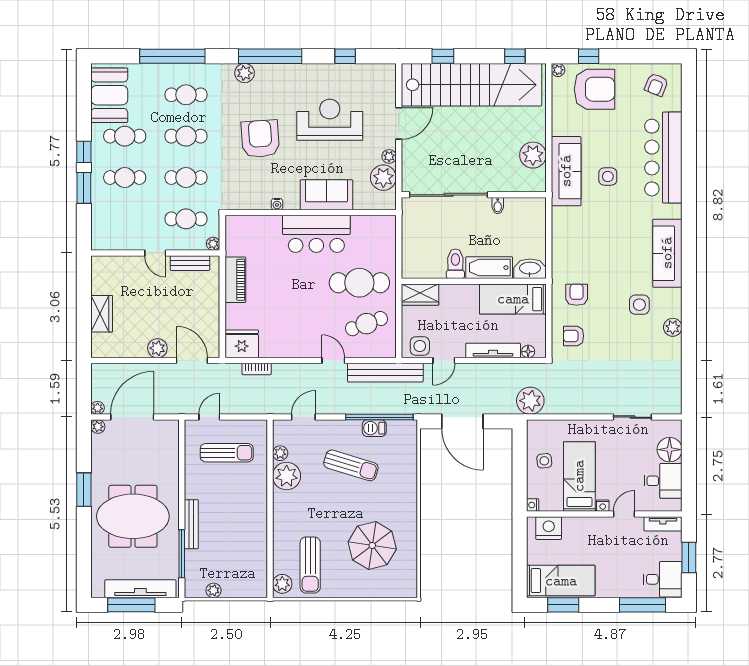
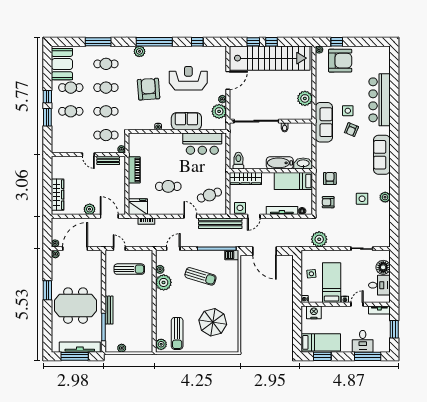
window: (172, 56) -> (98, 42), width x0.68
window: (515, 56) -> (271, 42), moved
armchair: (656, 85) -> (351, 130), moved
sofa: (566, 171) -> (324, 122), moved
bar counter: (316, 234) -> (202, 144), moved
toilet: (455, 264) -> (238, 161), moved
cafe table: (359, 283) -> (168, 186), moved, width x0.73, depth x0.74
wardrobe: (420, 295) -> (245, 178), width x1.50
side table: (639, 305) -> (362, 199), moved
wardrobe: (102, 314) -> (58, 195), width x1.50
plant: (530, 401) -> (319, 239), moved
door: (209, 417) -> (119, 249), hinge flipped
barbecue: (374, 428) -> (232, 255), moved
desk: (663, 579) -> (363, 341), moved, turned 90

